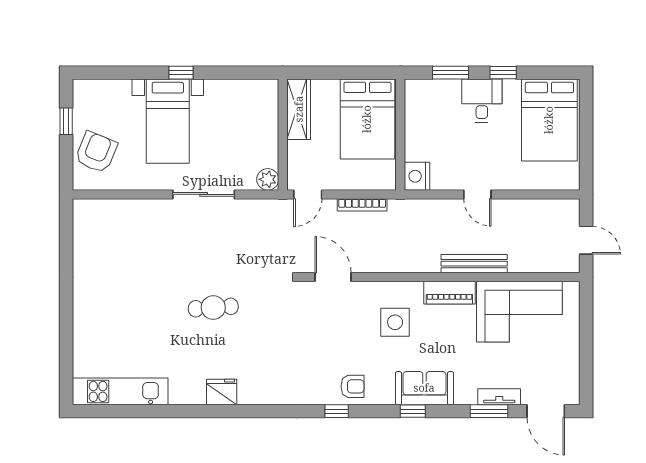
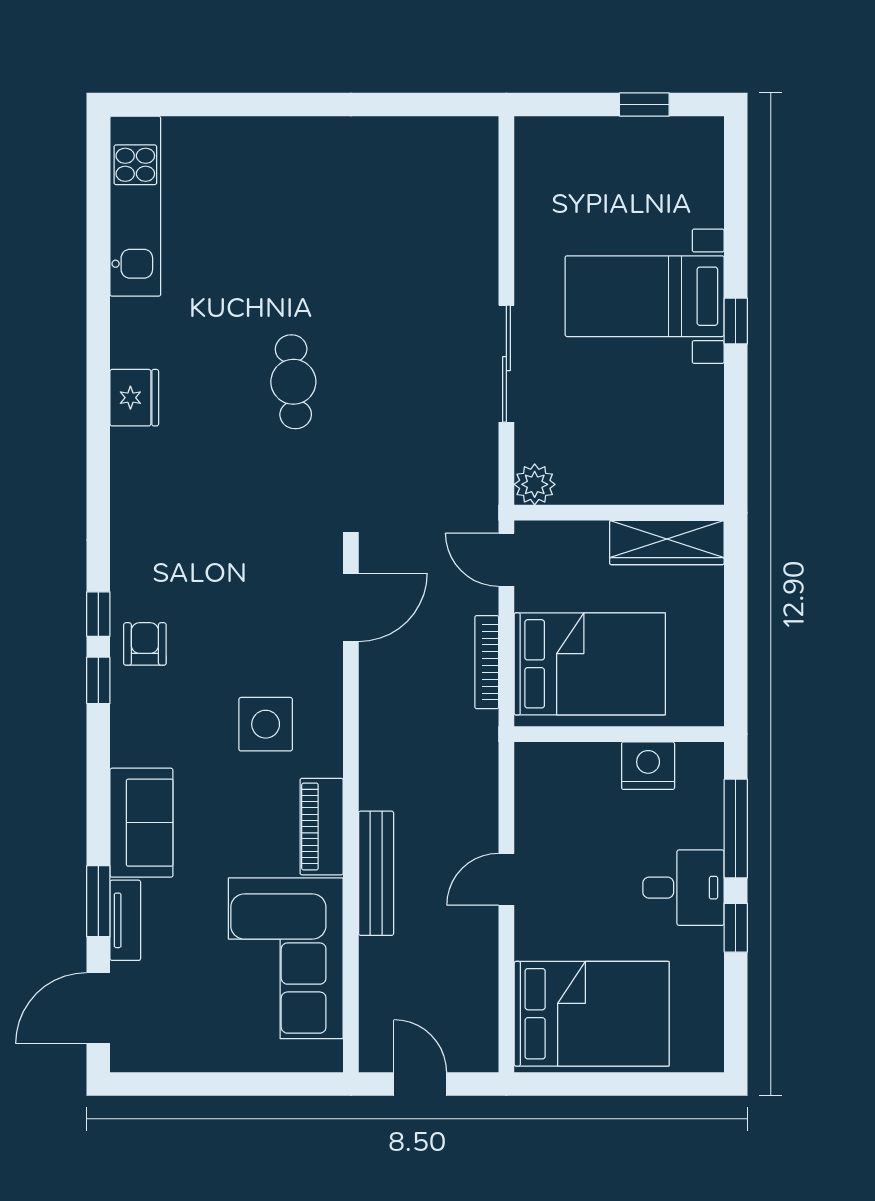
window: (450, 73) -> (736, 829), width x1.44
bed: (367, 119) -> (590, 664), moved, turned 180
bed: (549, 120) -> (592, 1014), moved, turned 180
armchair: (96, 152) -> (586, 161), removed
nightstand: (417, 176) -> (648, 766), moved
door: (586, 240) -> (420, 1084), swing flipped
armchair: (352, 386) -> (145, 644), turned 180
sofa: (424, 388) -> (141, 823), moved
window: (413, 411) -> (98, 680), moved

